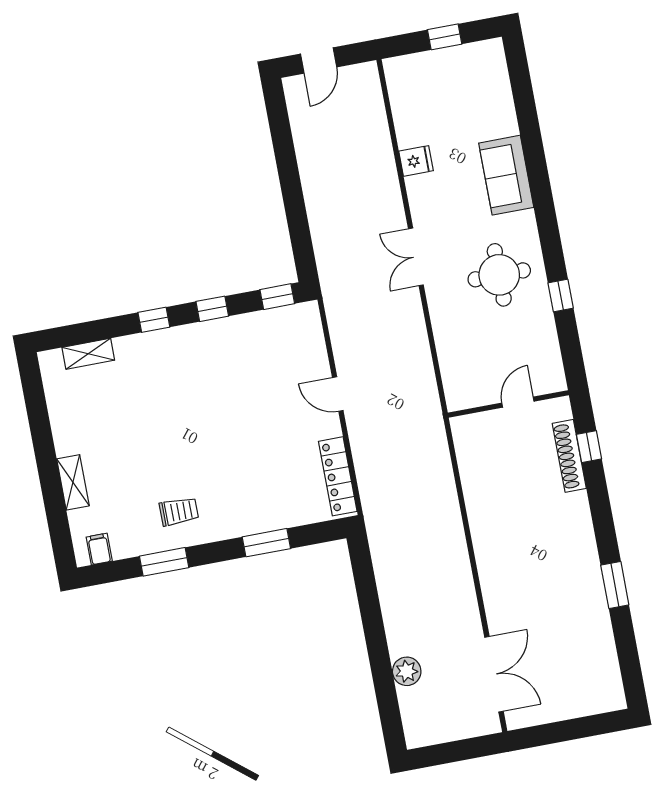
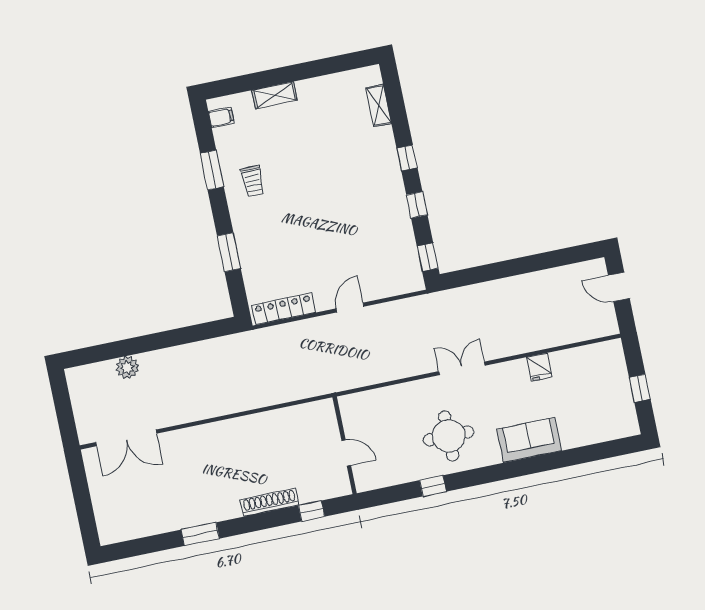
shoe rack: (569, 456) -> (270, 502), moved

